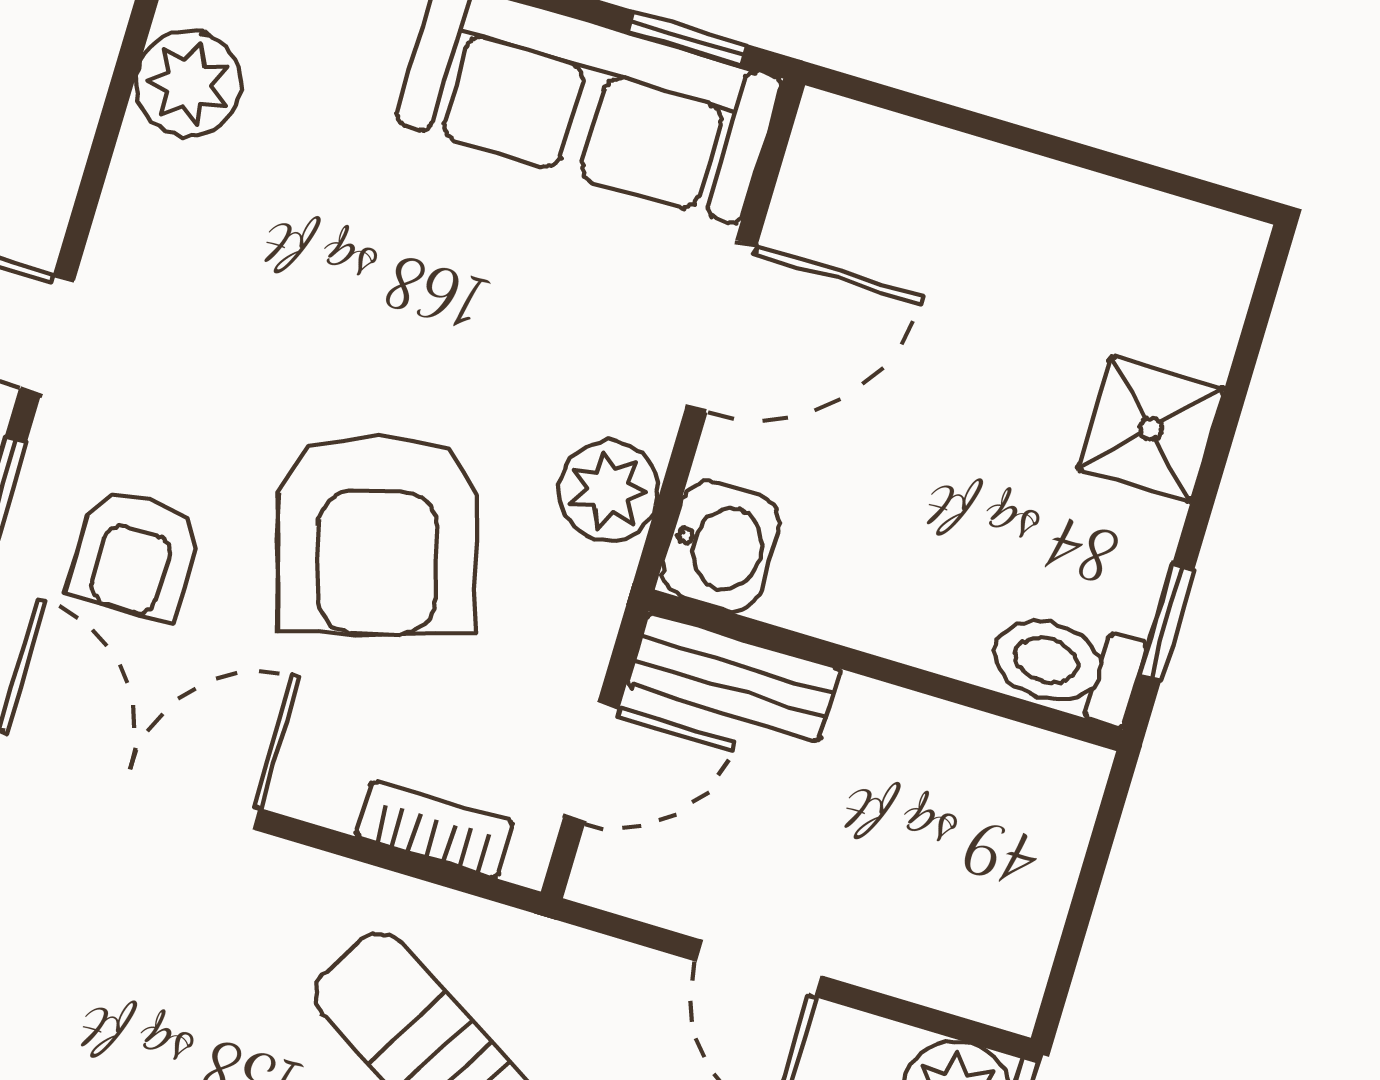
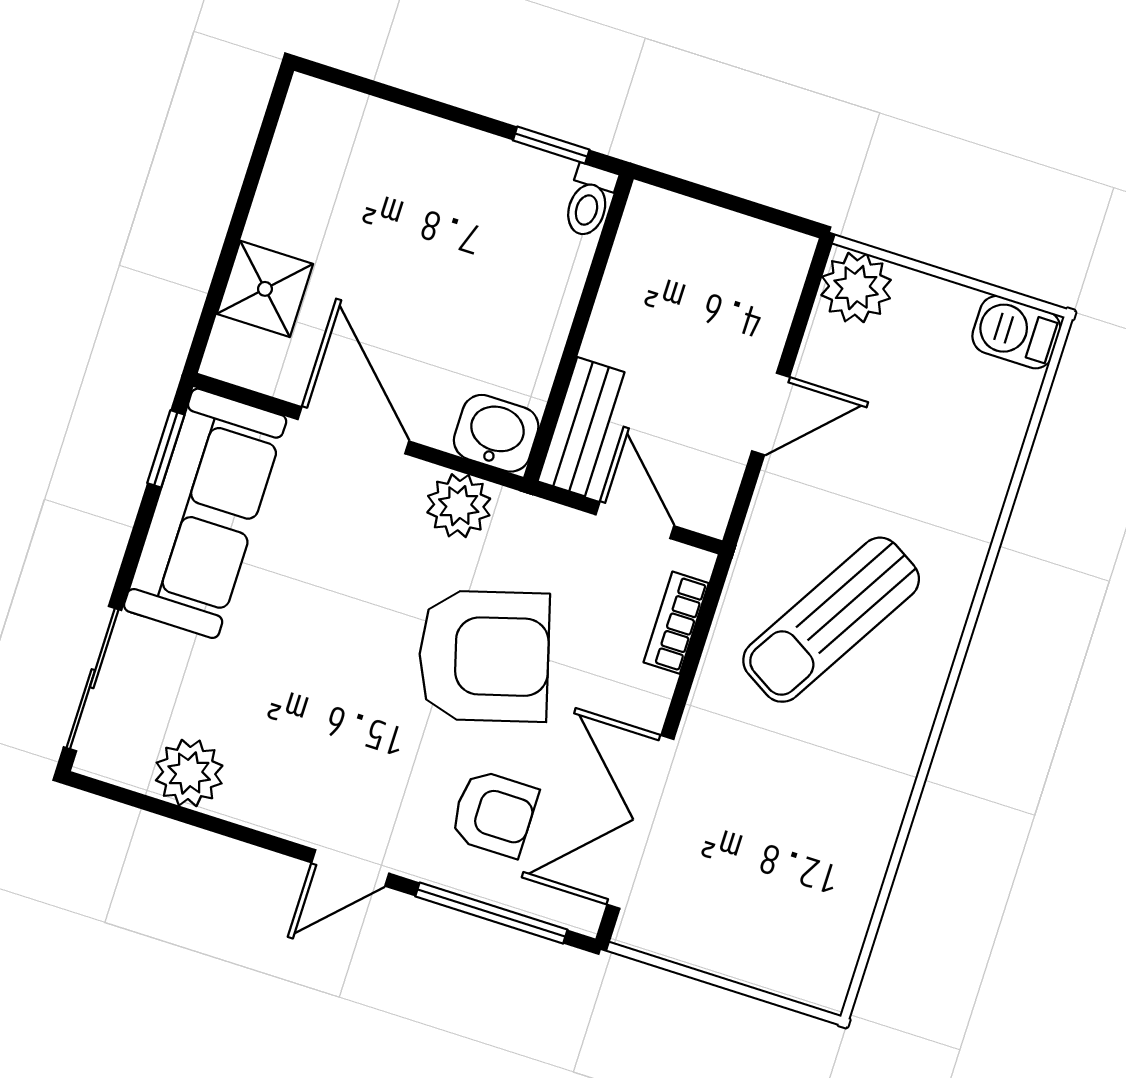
shower: (1151, 429) -> (265, 289), moved
toilet: (1066, 666) -> (589, 201), width x0.73, depth x0.72

